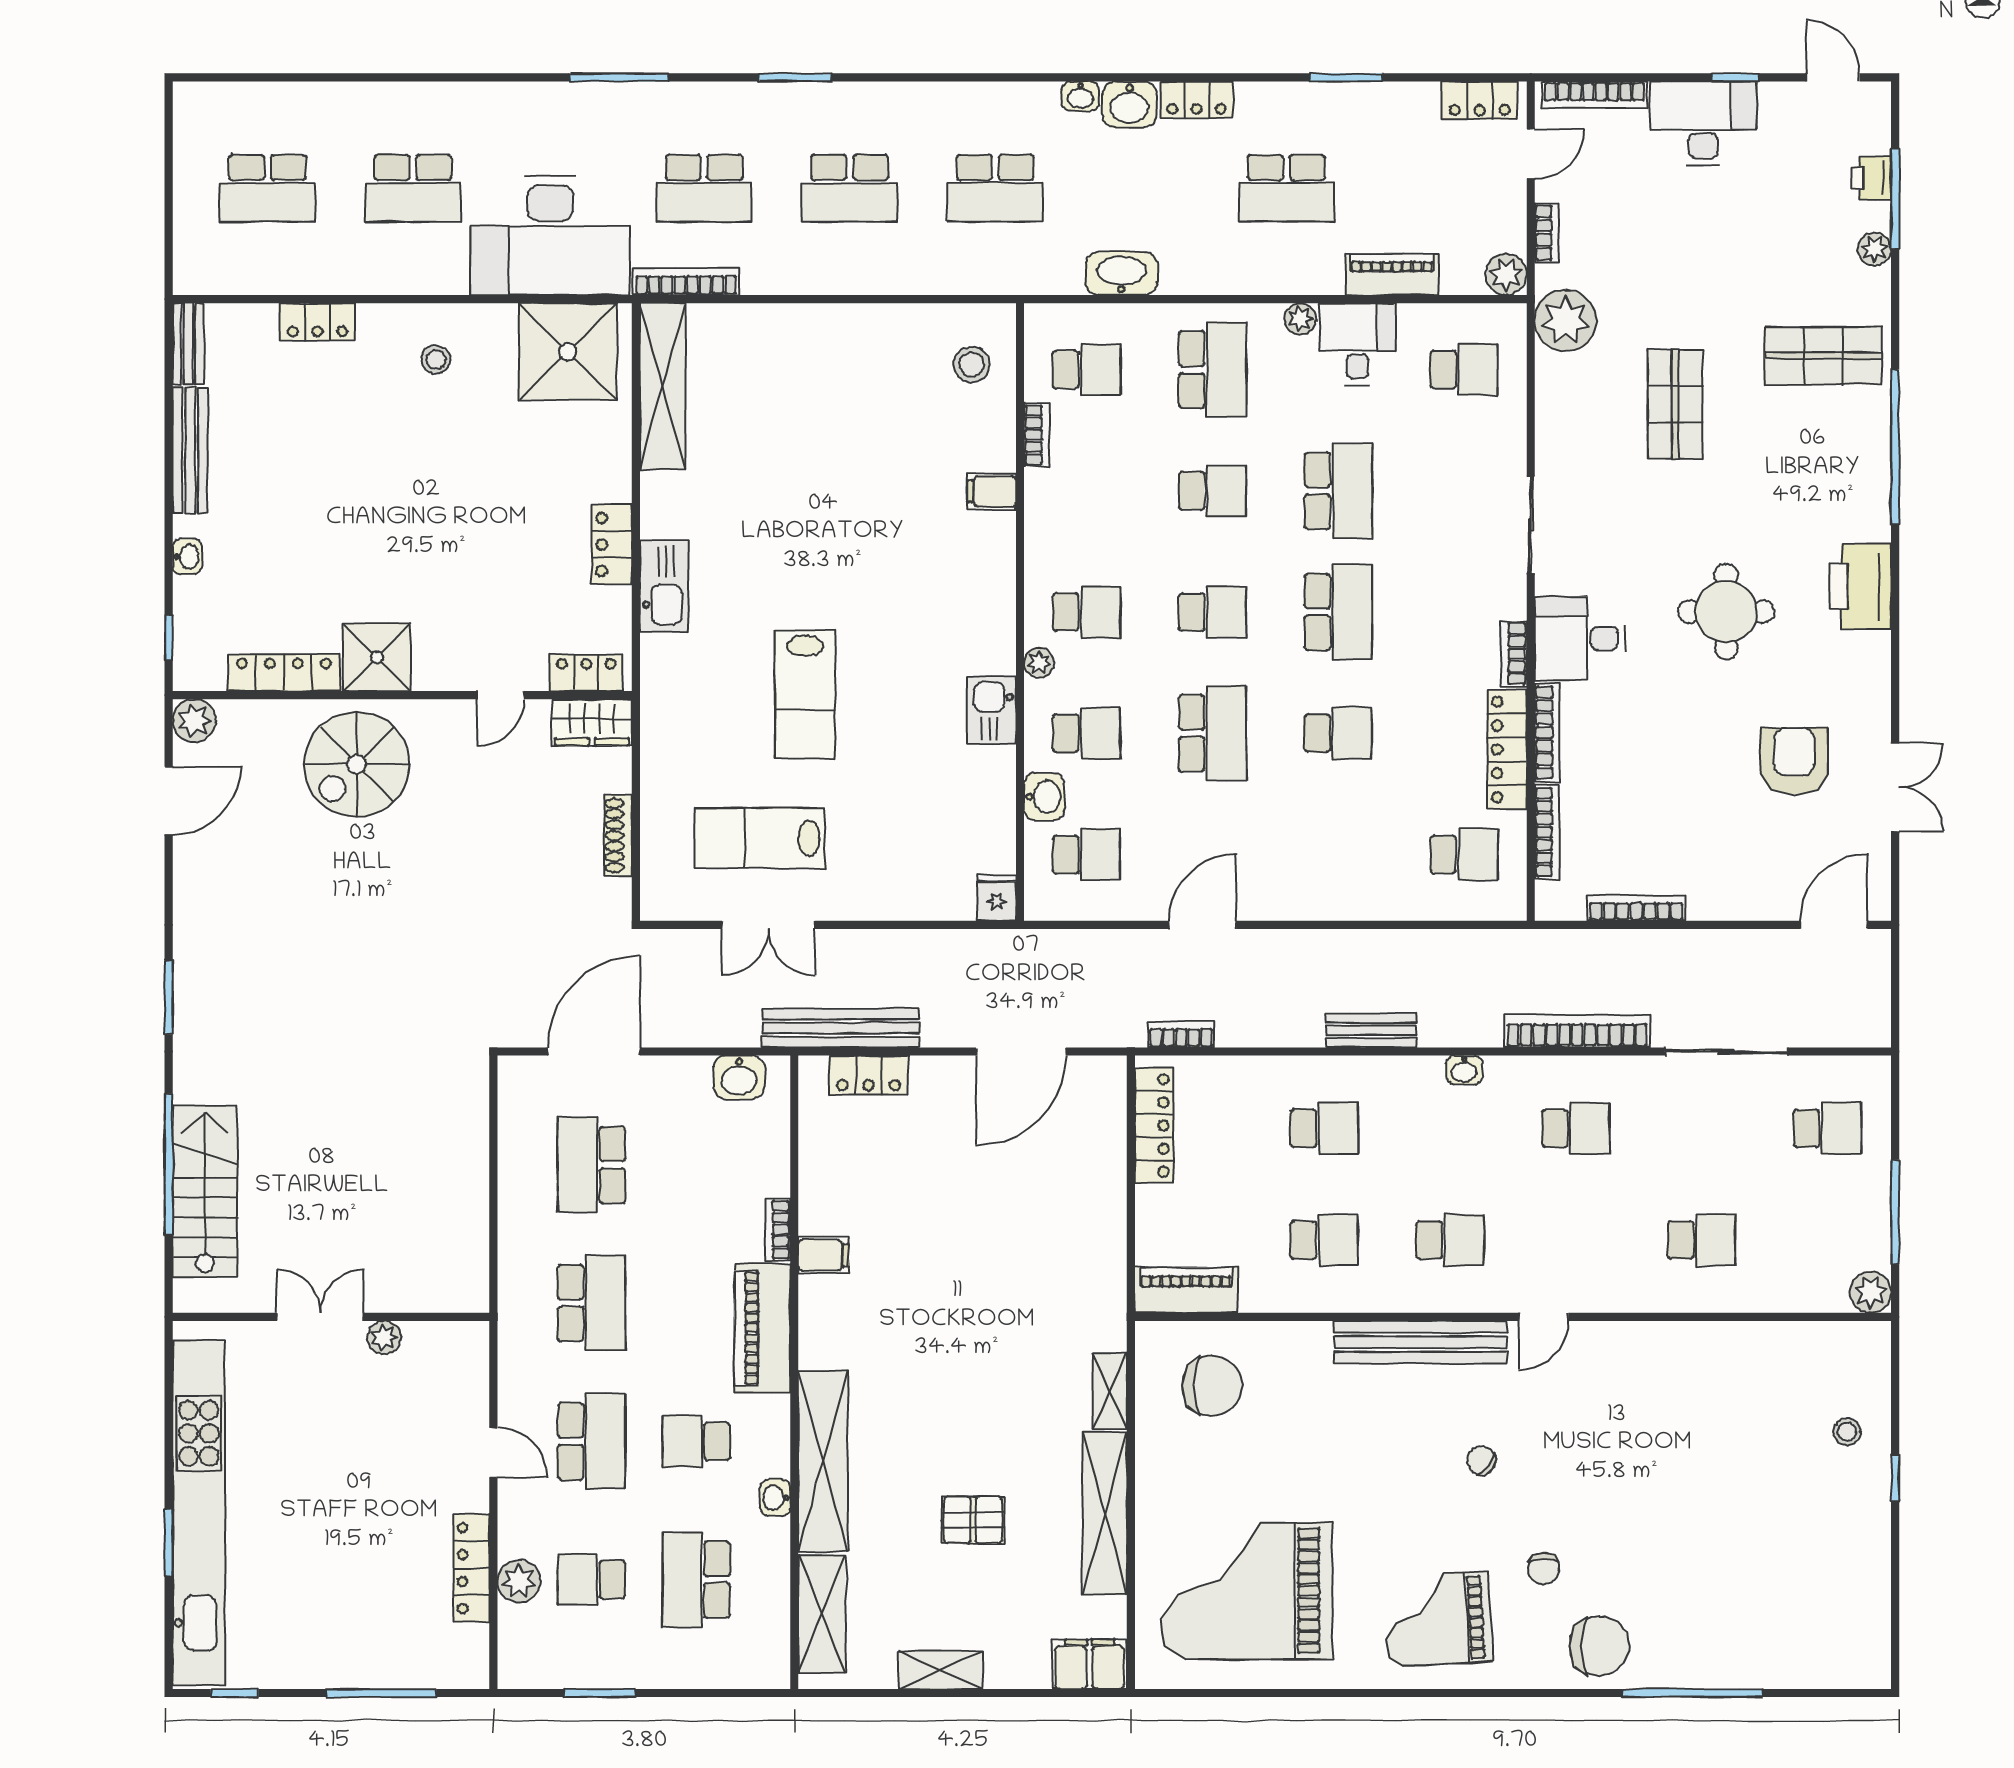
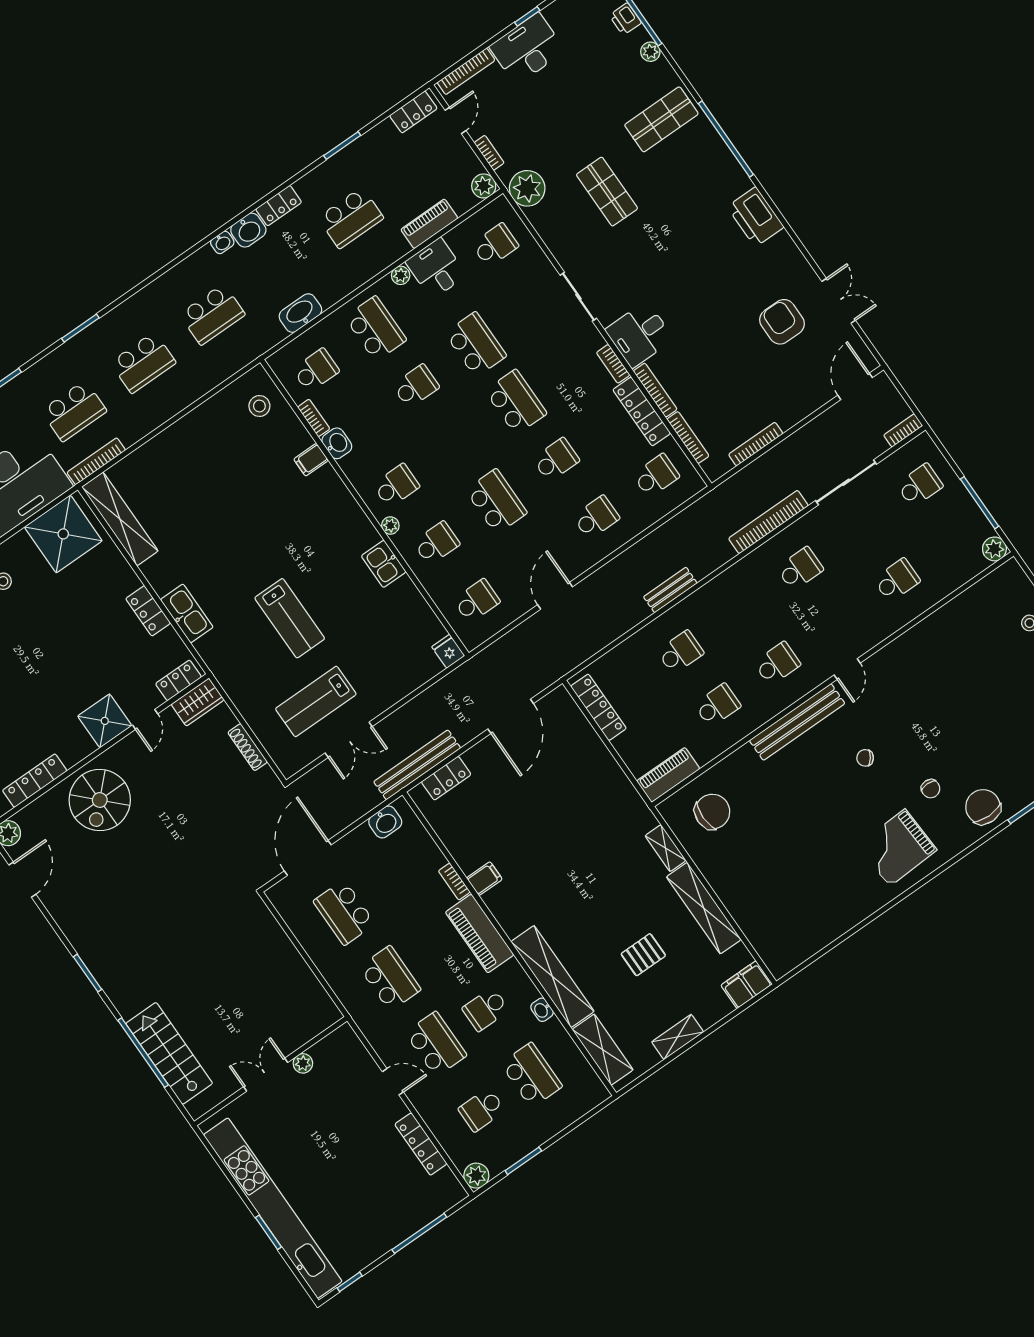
school desk: (1212, 612) -> (596, 517), moved
round table: (1726, 612) -> (700, 273), removed
shower: (377, 657) -> (105, 721), moved
washbasin: (1044, 797) -> (337, 443), moved
bookcase: (1181, 1034) -> (903, 430), moved
washbasin: (1464, 1070) -> (728, 578), removed
school desk: (696, 1580) -> (531, 1075), turned 180
plant: (519, 1581) -> (476, 1176), moved
grand piano: (1247, 1591) -> (797, 898), removed
chair: (1600, 1646) -> (983, 807), turned -90

